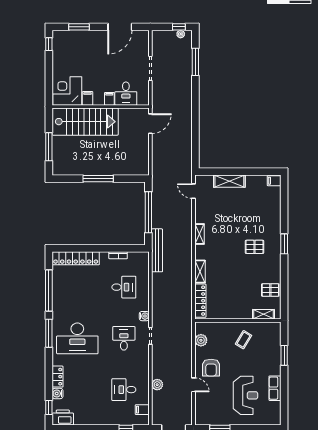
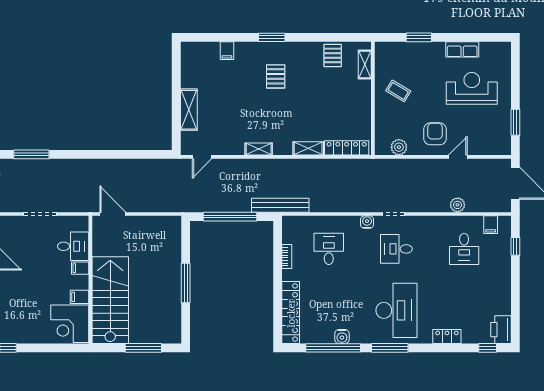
filing cabinet: (274, 181) -> (227, 51), moved
armchair: (211, 368) -> (435, 134), turned -90
water cooler: (58, 394) -> (342, 336), moved

